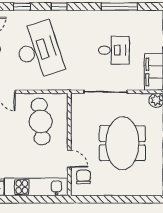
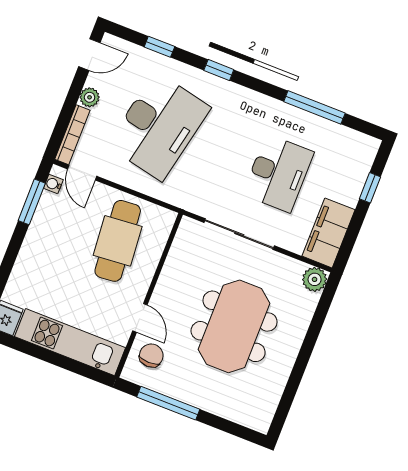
desk: (39, 50) -> (159, 126), turned 30
desk: (114, 50) -> (278, 173), width x1.37
window: (103, 199) -> (168, 403), added

